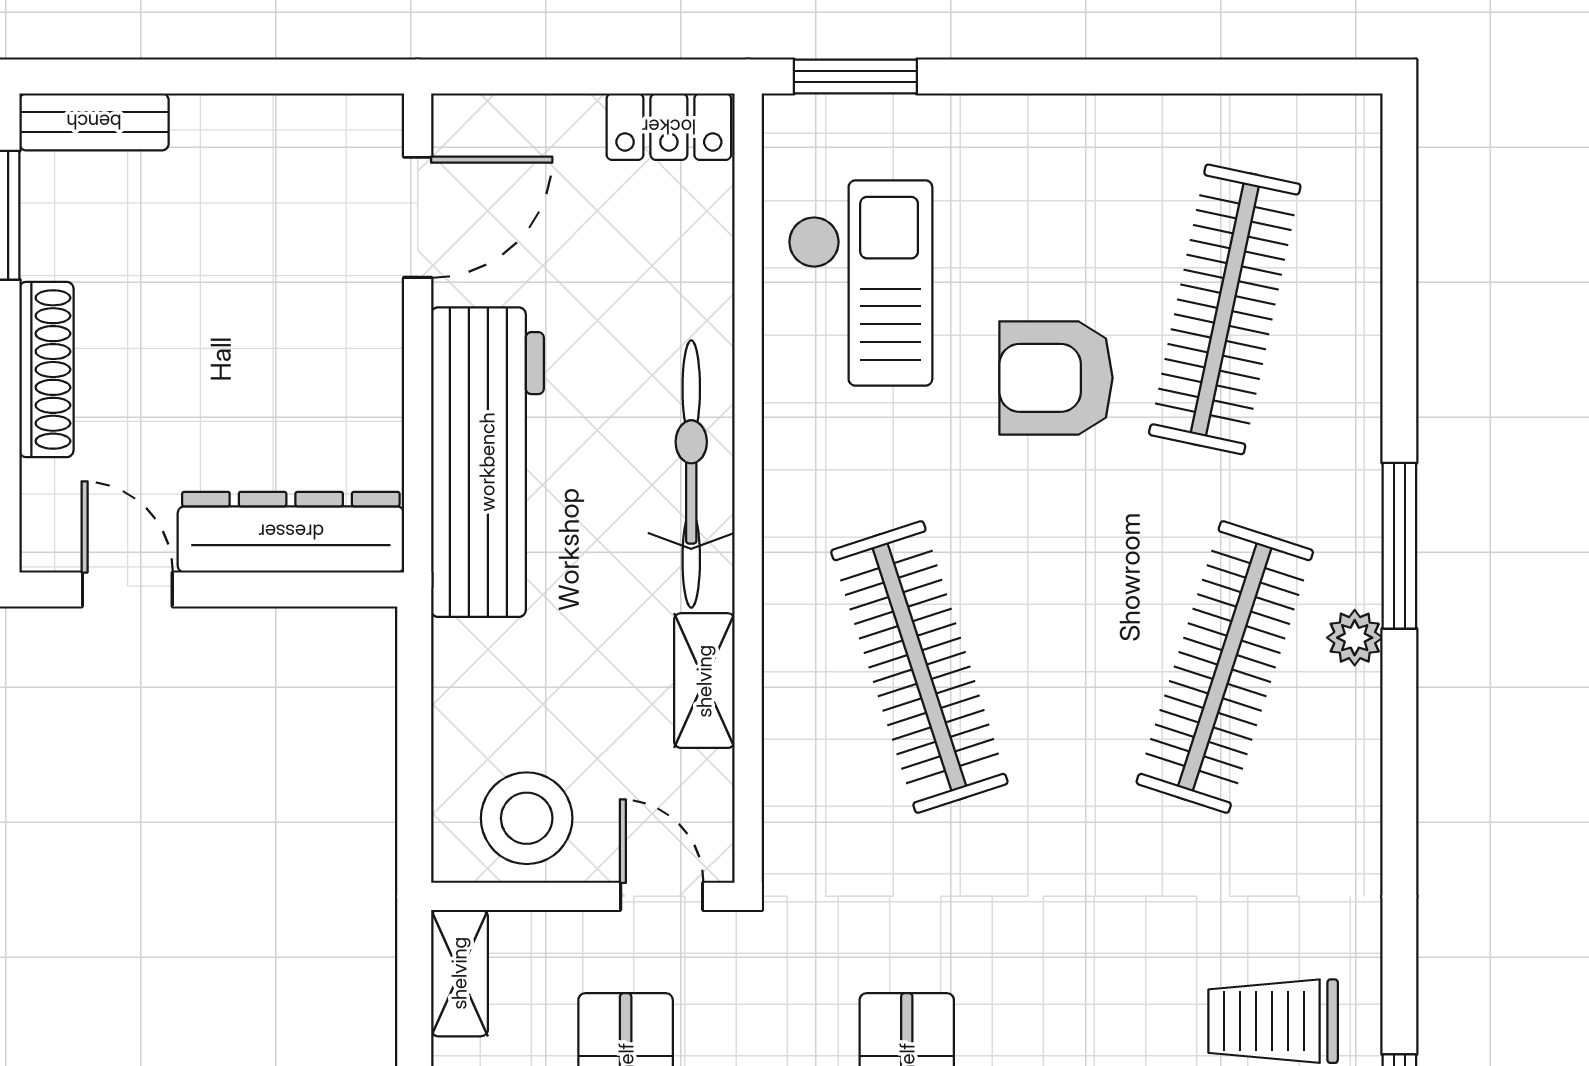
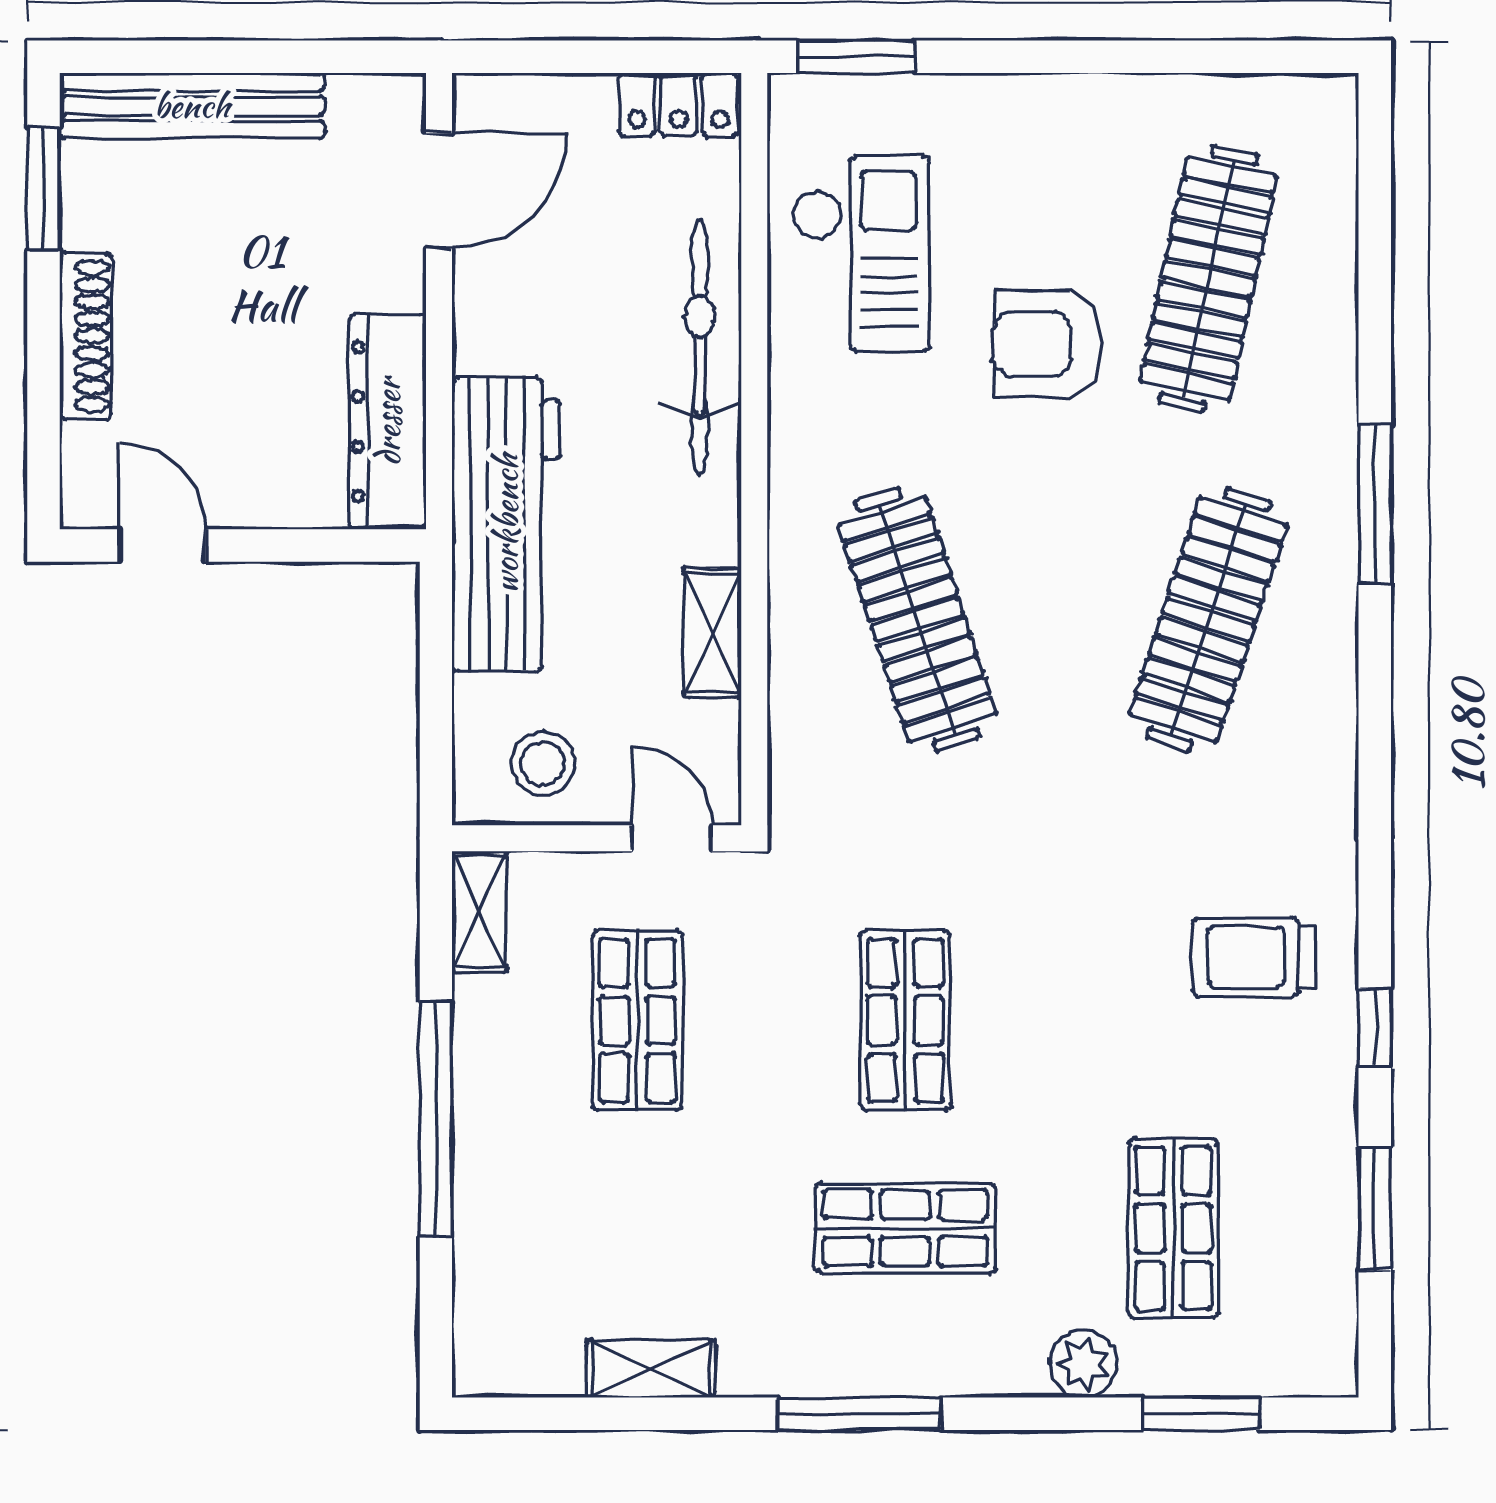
bench: (94, 122) -> (192, 106), width x1.86, depth x1.21
workbench: (487, 462) -> (506, 524), moved
bicycle: (691, 474) -> (700, 347), moved
dresser: (291, 532) -> (388, 422), moved, turned -90
plant: (1355, 638) -> (1332, 591), removed
stool: (527, 818) -> (543, 764), width x0.73, depth x0.73

